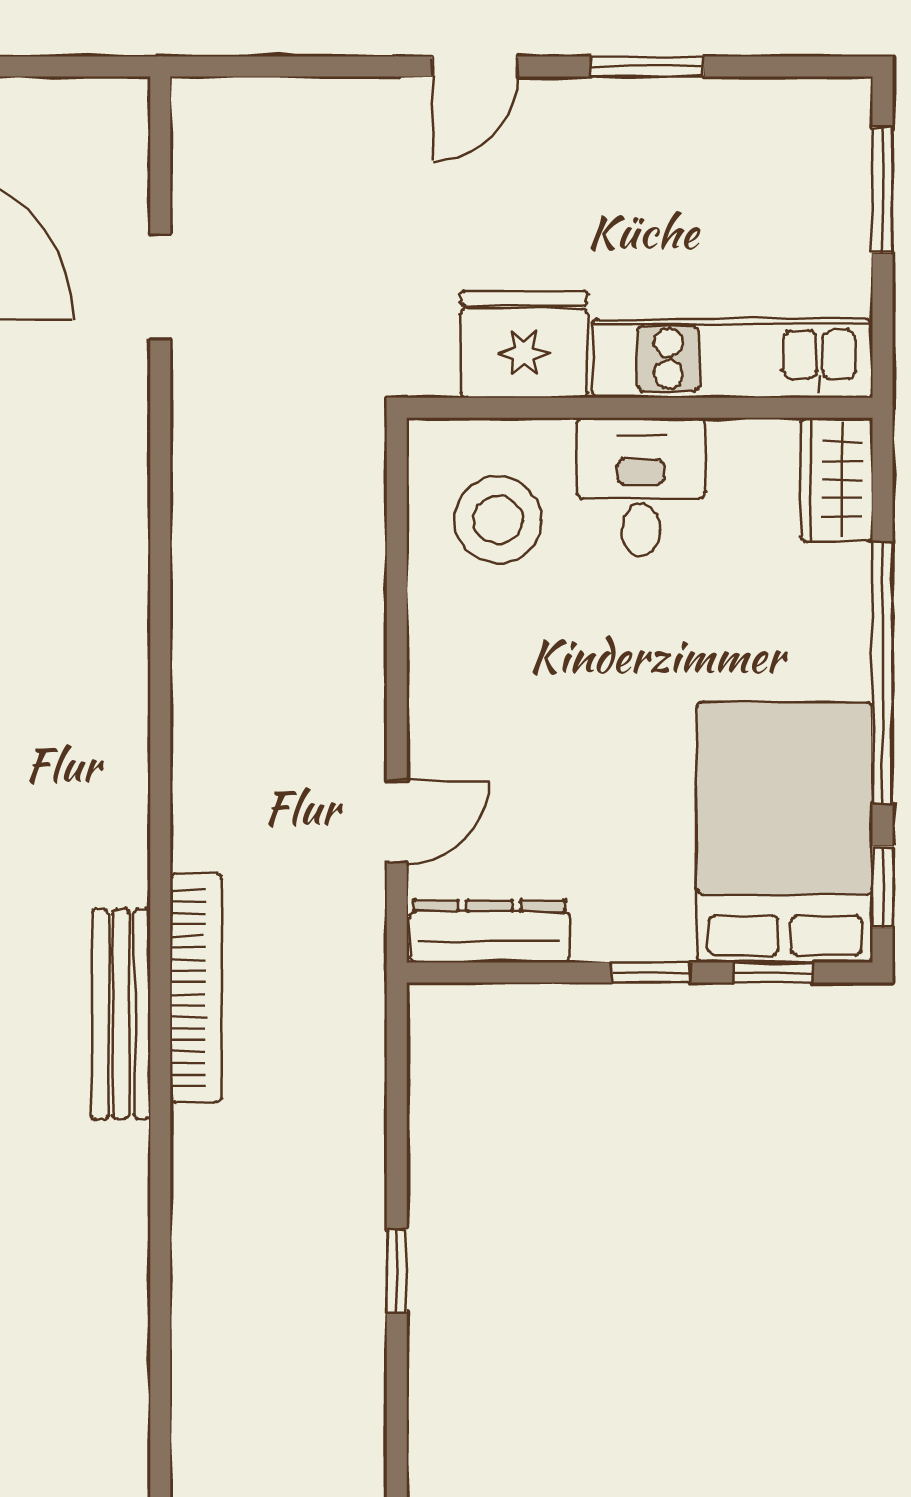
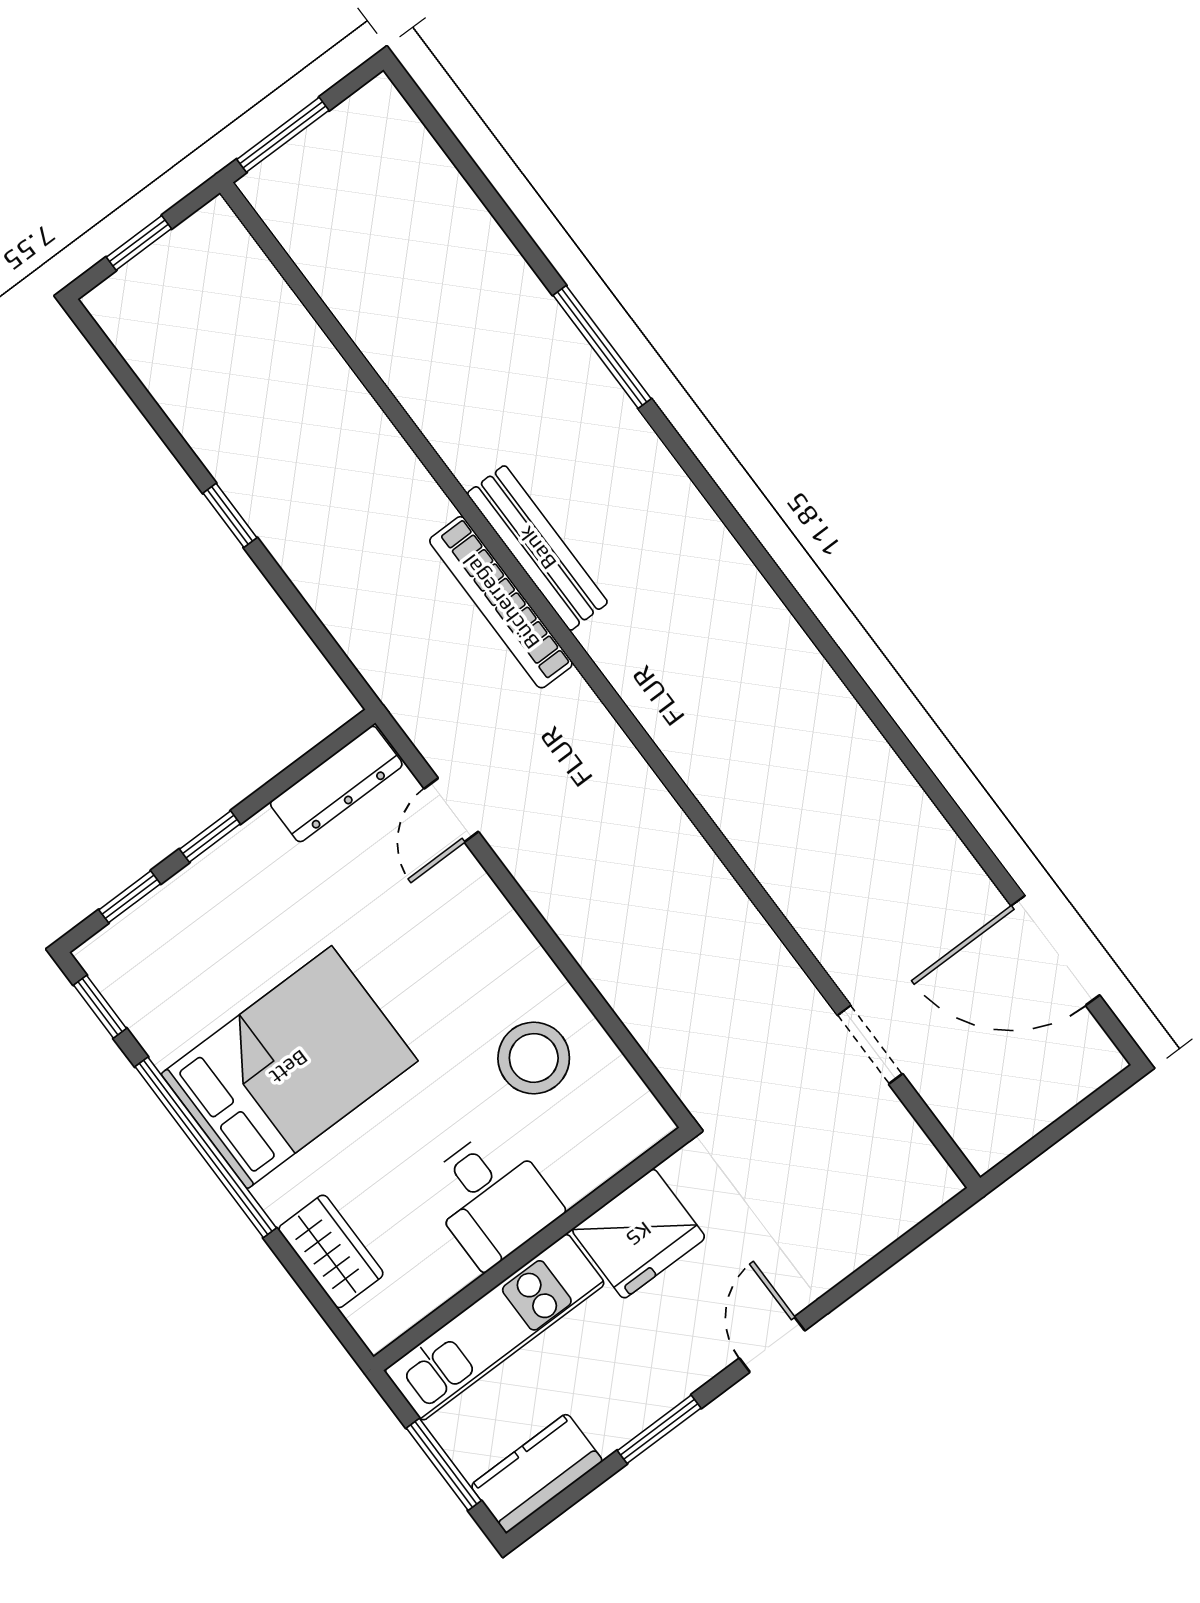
kitchen counter: (799, 113) -> (537, 1473), added
fridge: (524, 344) -> (639, 1234), moved
kitchen unit: (733, 359) -> (495, 1327), moved
wall: (640, 408) -> (531, 1249), moved
desk: (641, 487) -> (492, 1198), moved
bed: (785, 832) -> (289, 1067), moved, turned -90

